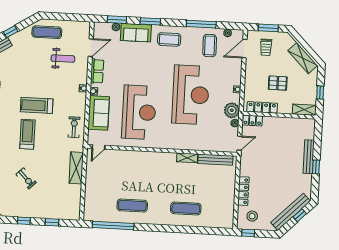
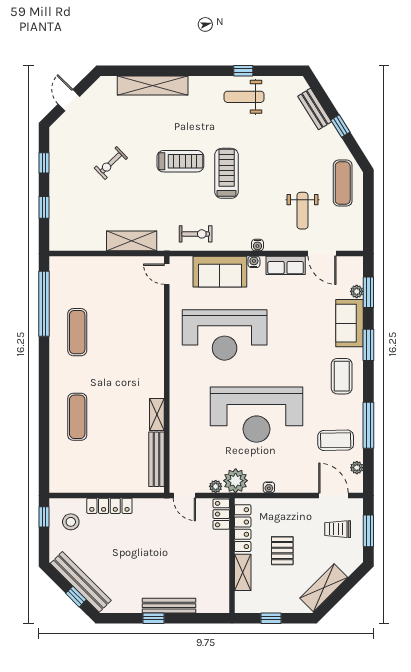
shelving: (304, 110) -> (243, 572), moved

